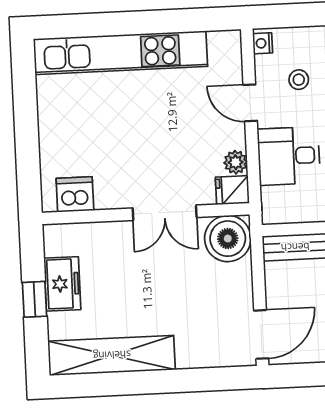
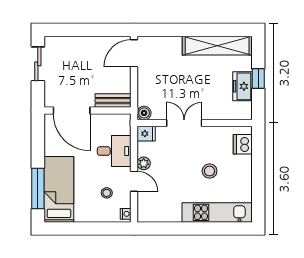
kitchen unit: (121, 53) -> (217, 212), width x0.73
stool: (115, 128) -> (210, 171), added
plant: (236, 162) -> (144, 163), moved
dishwasher: (75, 194) -> (243, 144), moved, turned 90
boiler: (228, 239) -> (144, 113), width x0.54, depth x0.54

